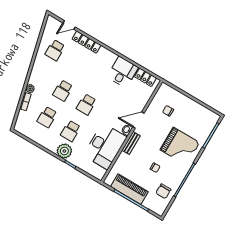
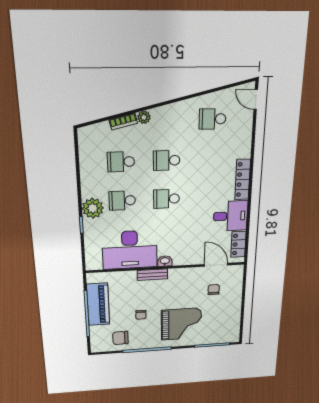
door: (69, 25) -> (256, 99), moved
locker: (87, 42) -> (243, 180), moved
door: (139, 120) -> (216, 265), moved
grand piano: (180, 146) -> (181, 324), turned -90

